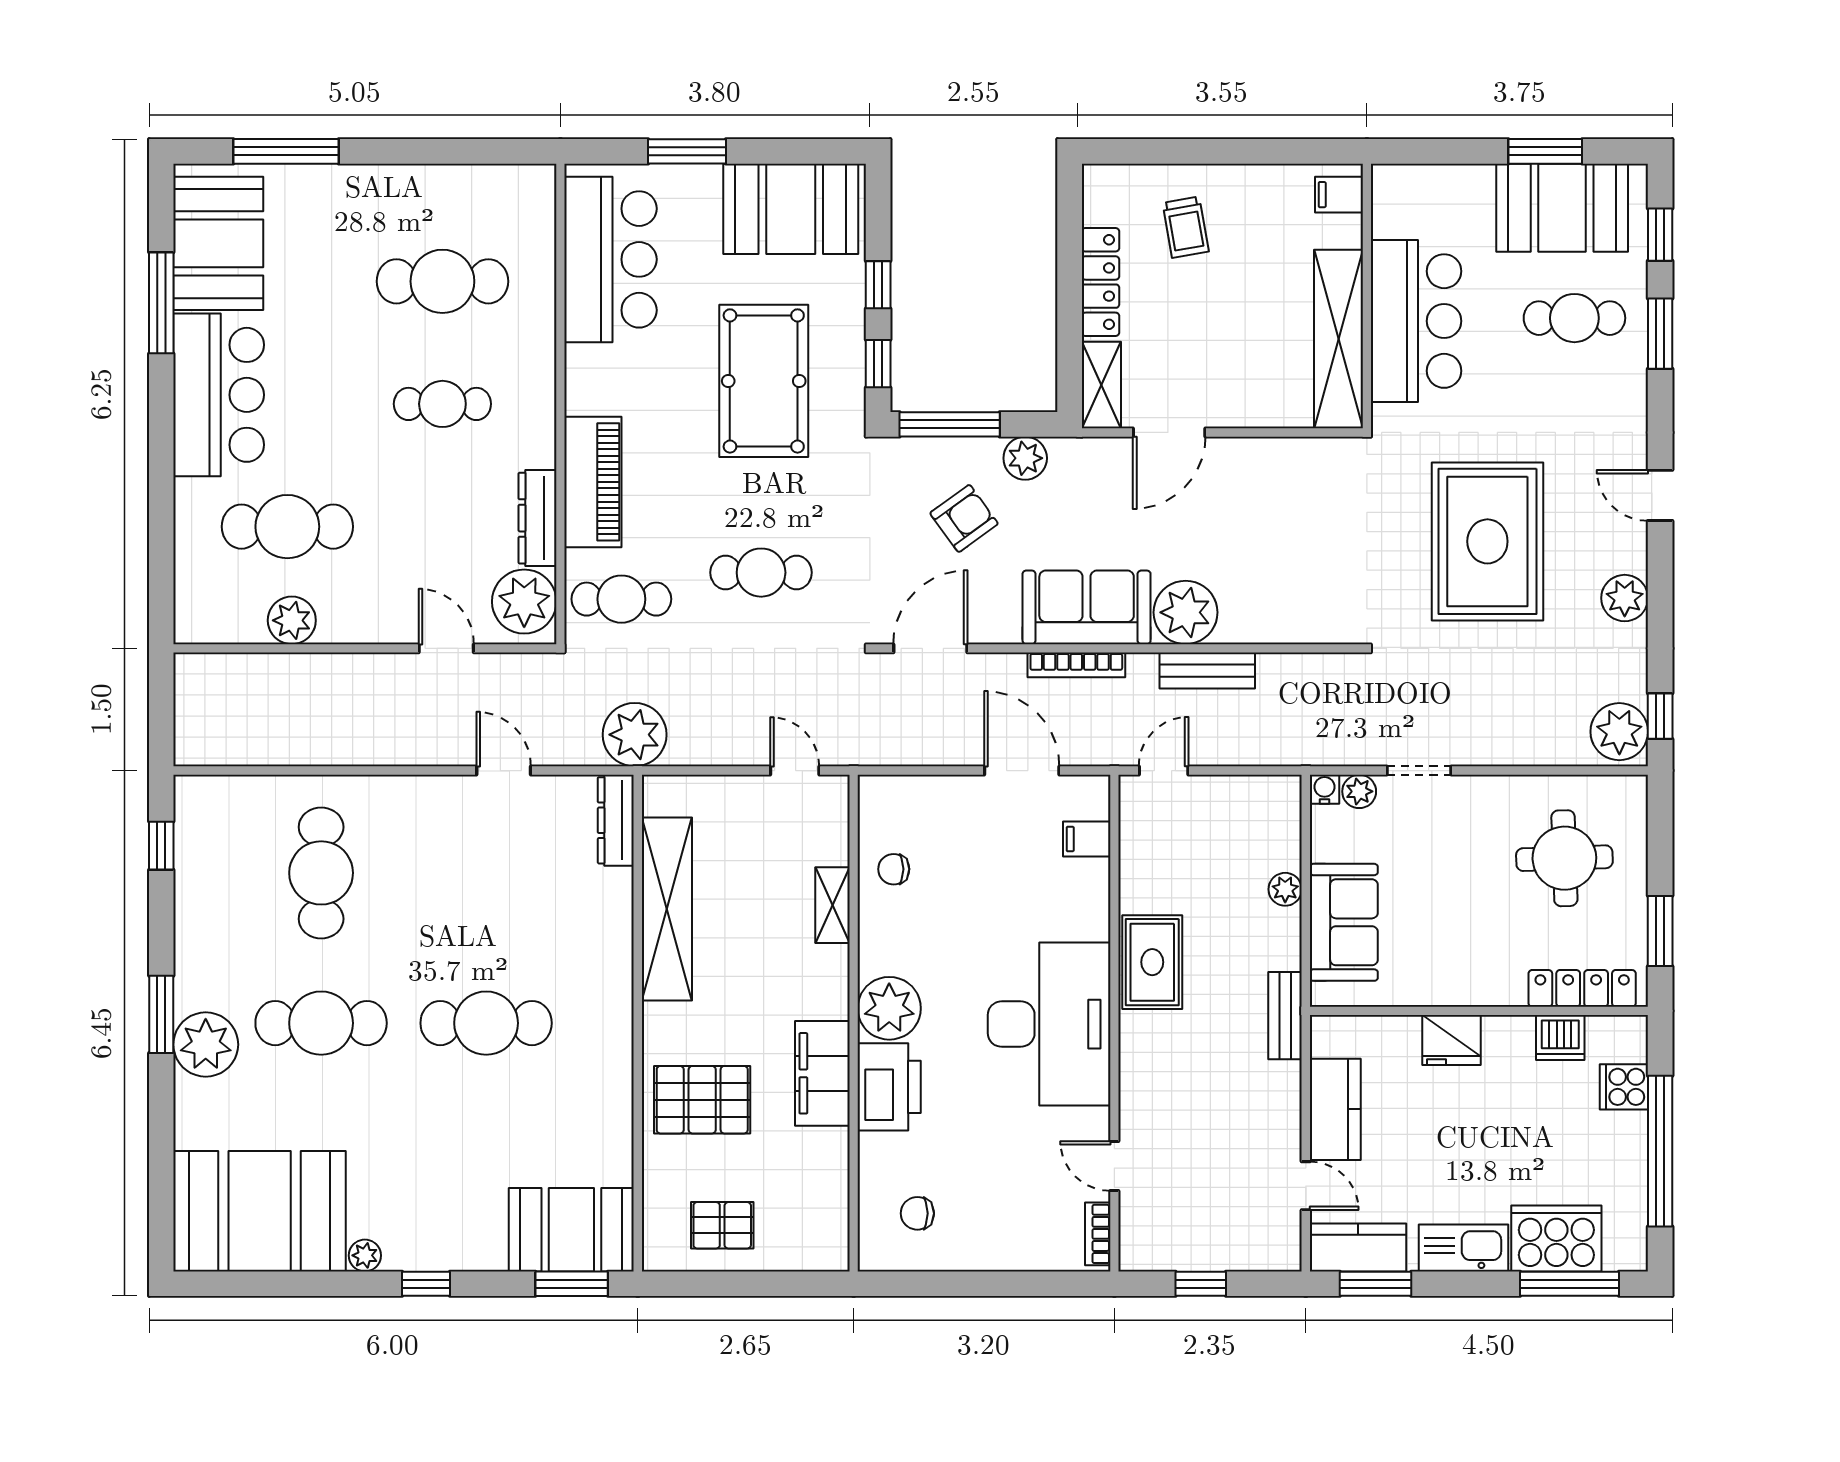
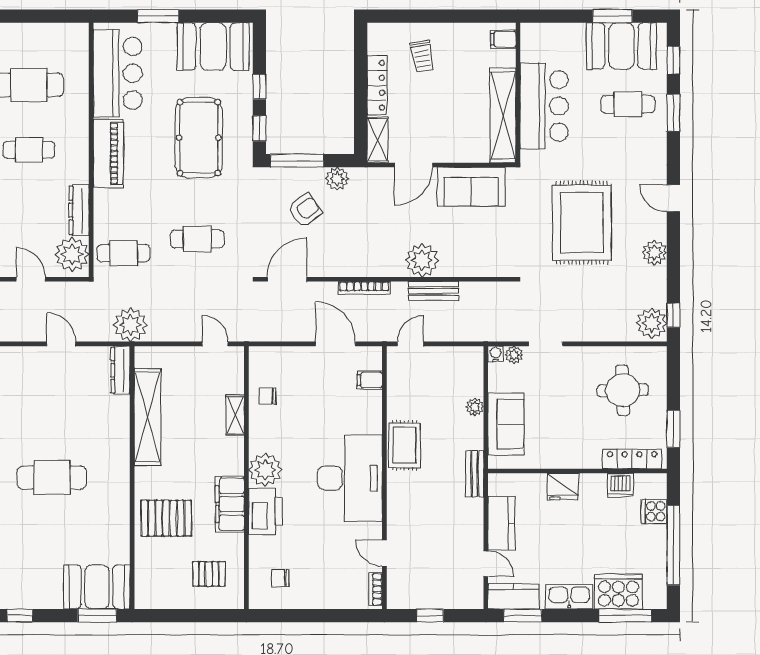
piano: (593, 482) -> (108, 154), moved
sofa: (1087, 607) -> (471, 187), moved, turned 180
pallet: (722, 1225) -> (209, 574), moved

